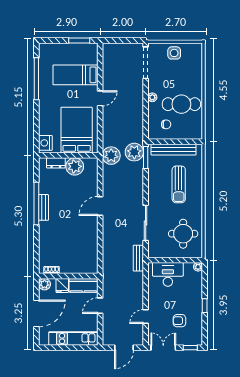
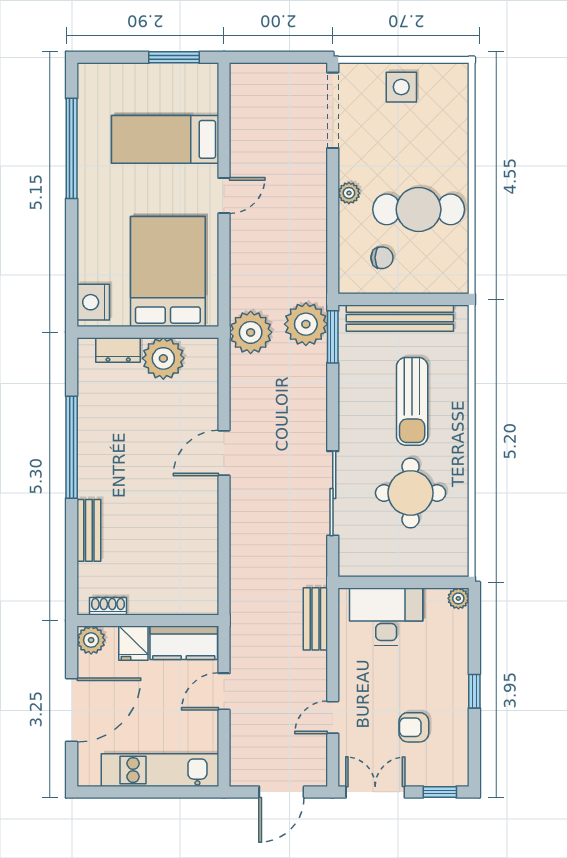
bench: (44, 207) -> (89, 530), moved
round table: (183, 234) -> (411, 493), moved
bench: (138, 258) -> (315, 619), moved

